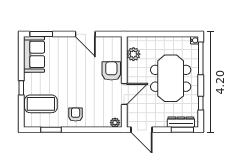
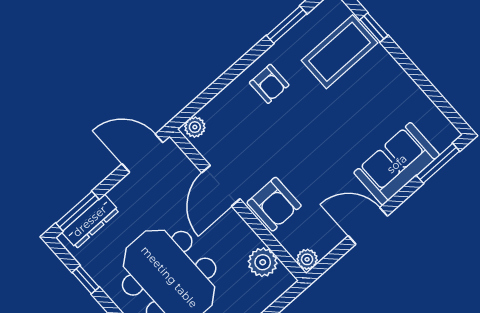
plant: (117, 41) -> (307, 259), added
sofa: (34, 54) -> (397, 164), moved, turned 90
window: (21, 88) -> (374, 28), moved

